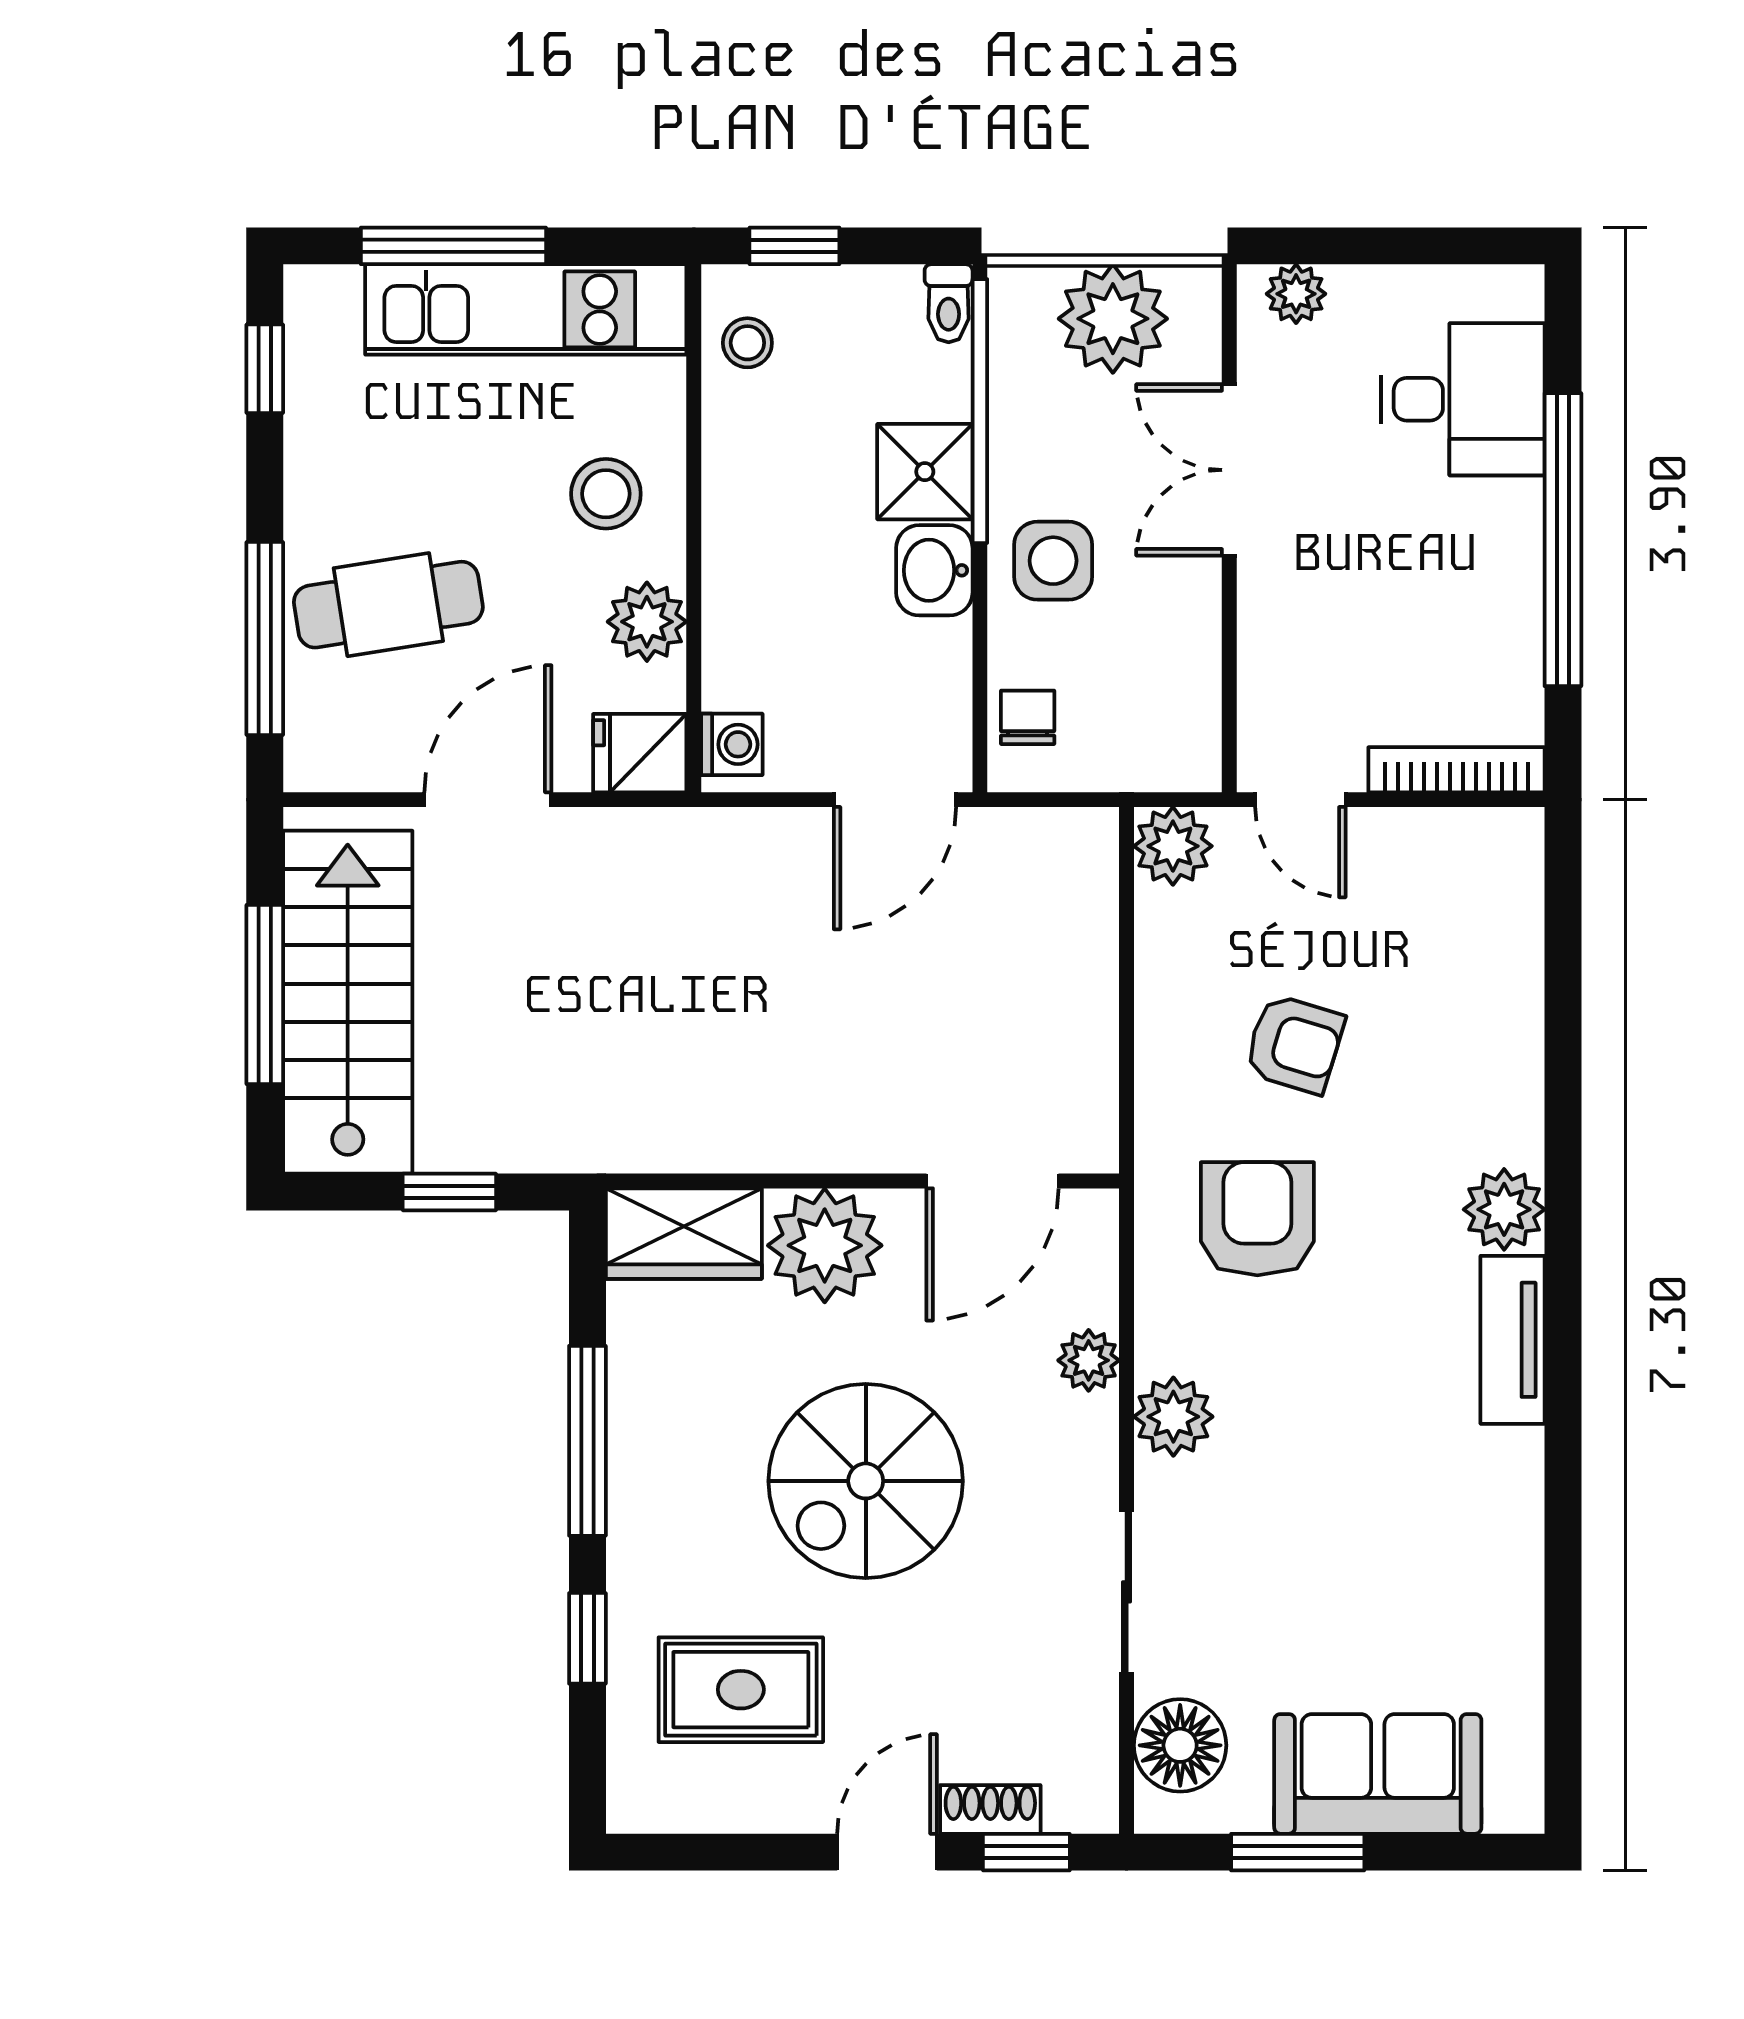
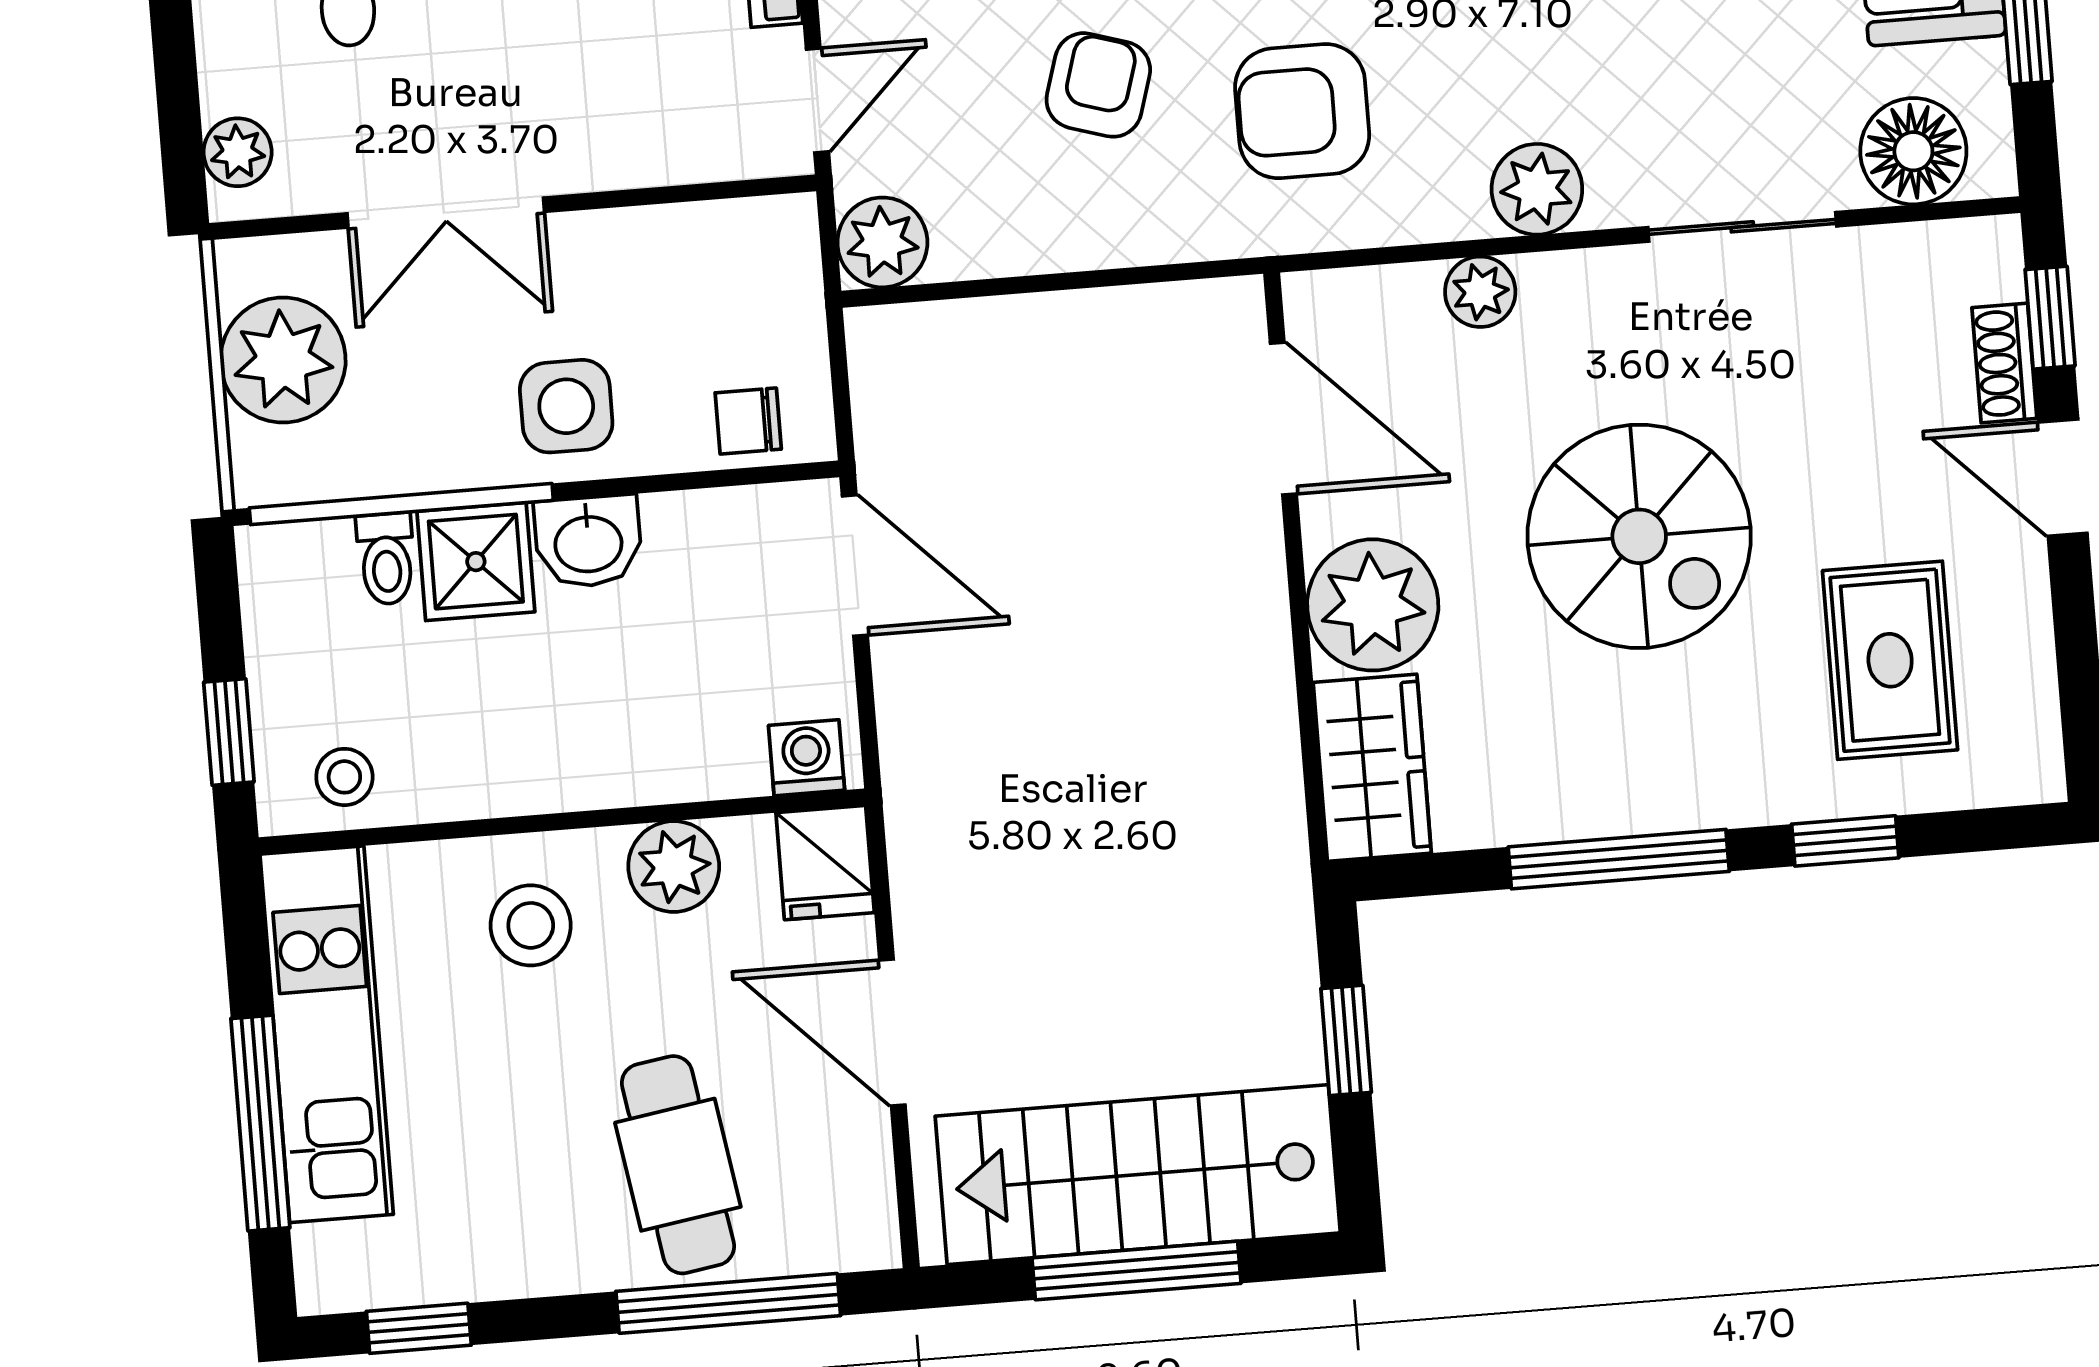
toilet: (949, 303) -> (386, 559), moved, turned 90

